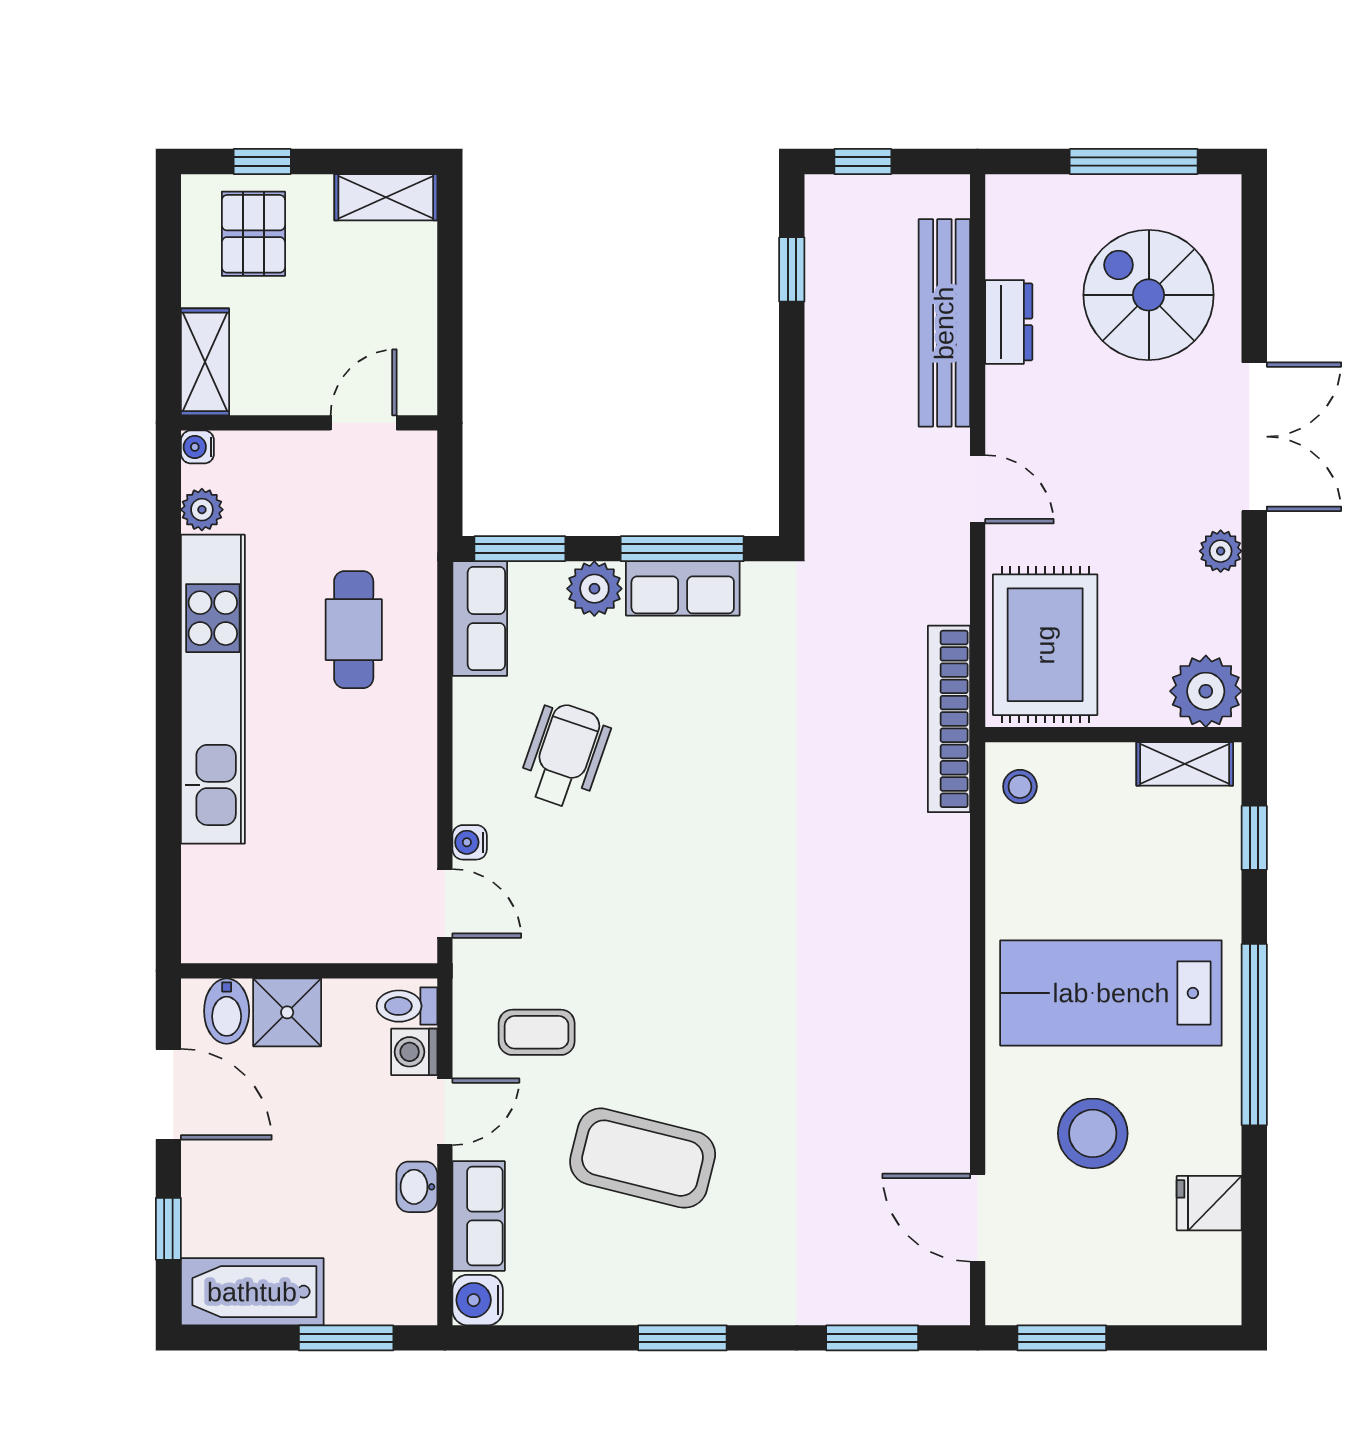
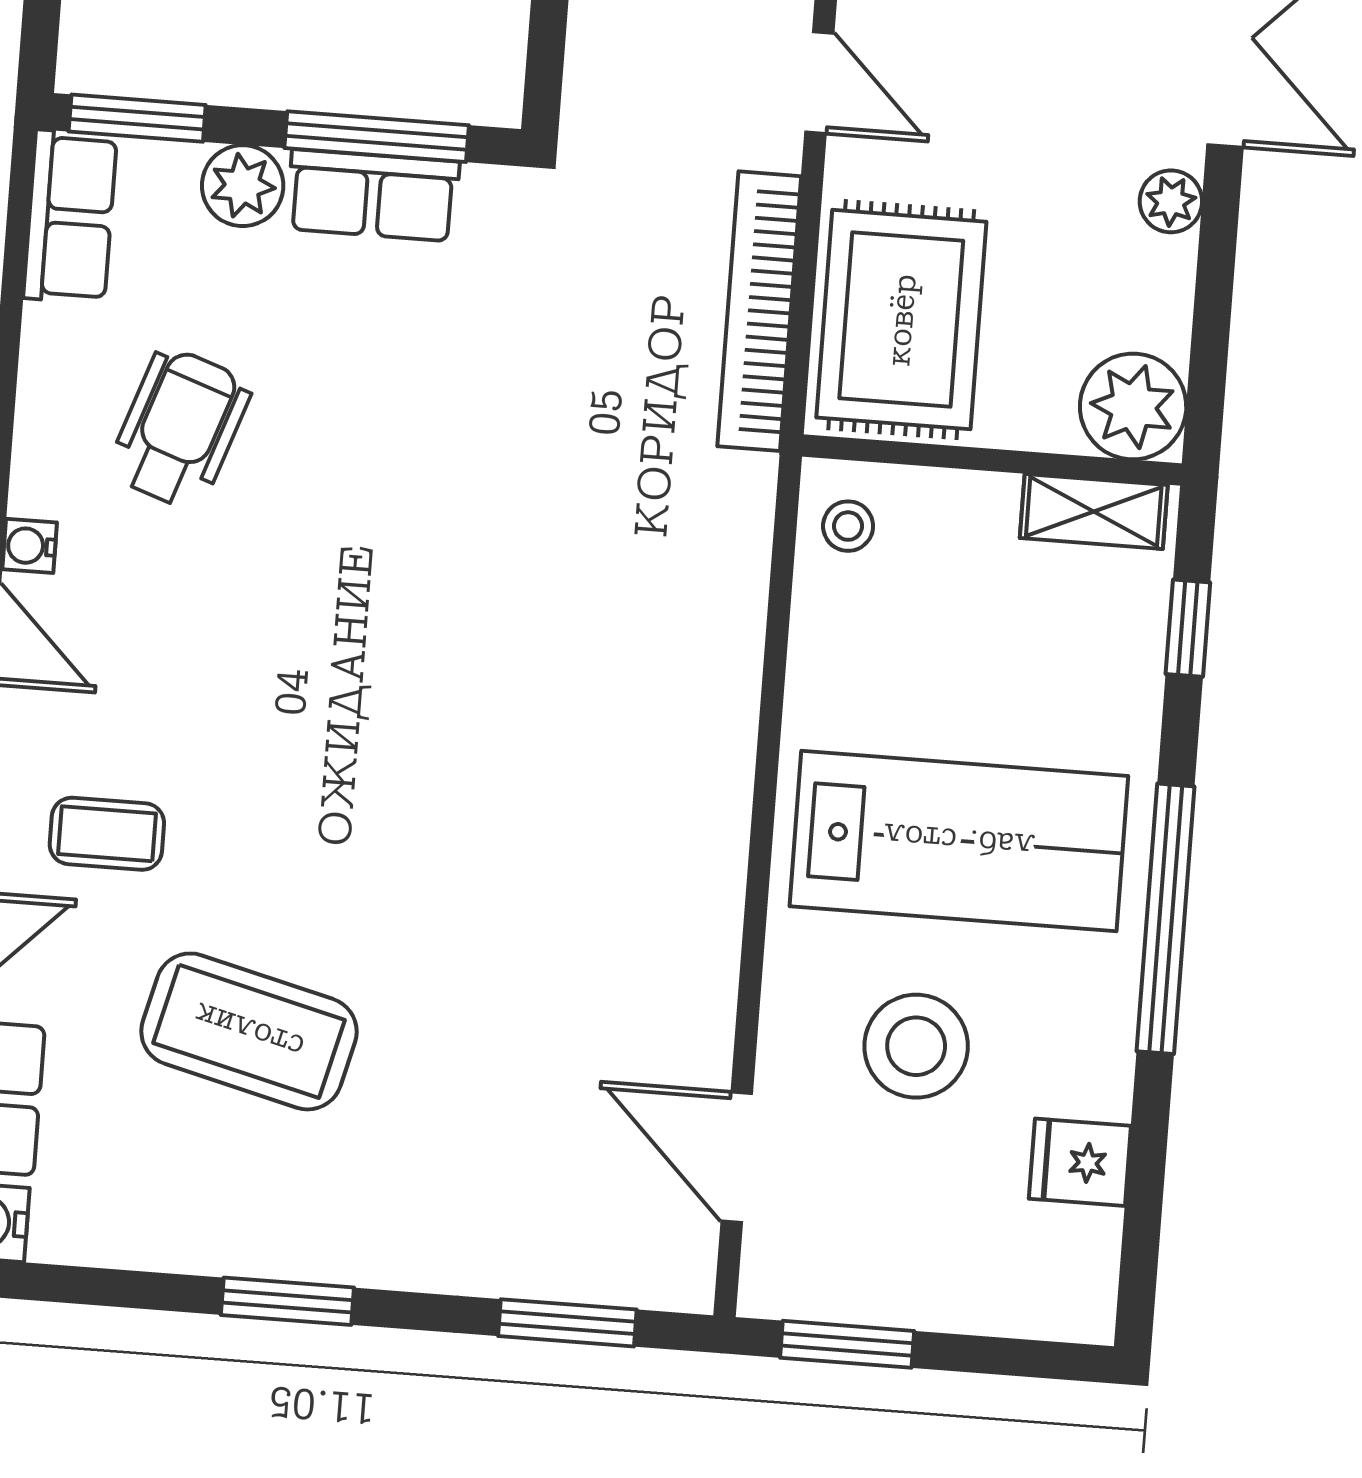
bookcase: (949, 719) -> (759, 311), moved
lab bench: (1111, 993) -> (959, 841), turned 180

